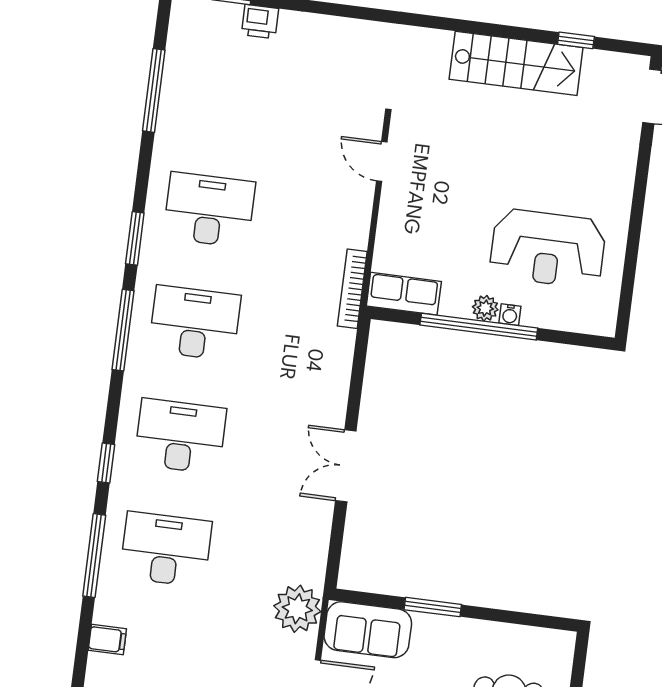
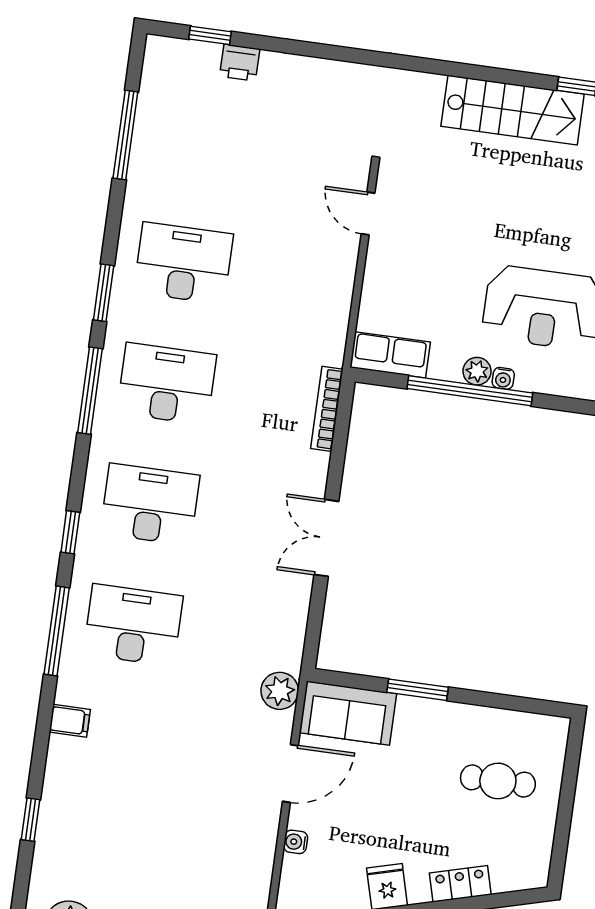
bookcase: (352, 289) -> (327, 409), moved
plant: (297, 609) -> (280, 691), width x0.73, depth x0.73

